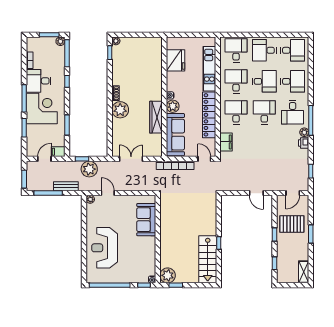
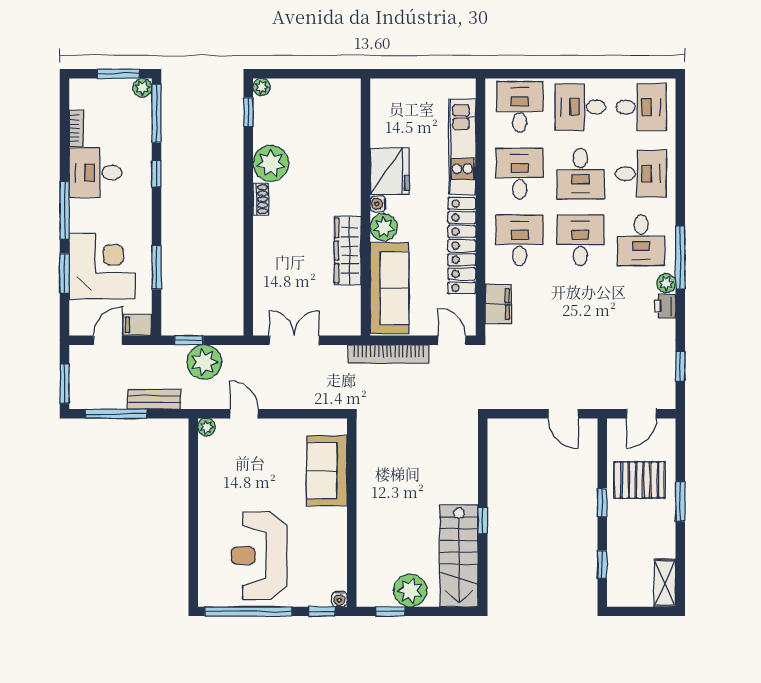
fridge: (176, 60) -> (390, 171), moved
desk: (264, 81) -> (580, 174), turned 90
corner desk: (42, 108) -> (102, 266), moved
plant: (120, 110) -> (271, 163), moved
reception desk: (105, 248) -> (259, 556), moved
plant: (168, 275) -> (410, 590), moved

